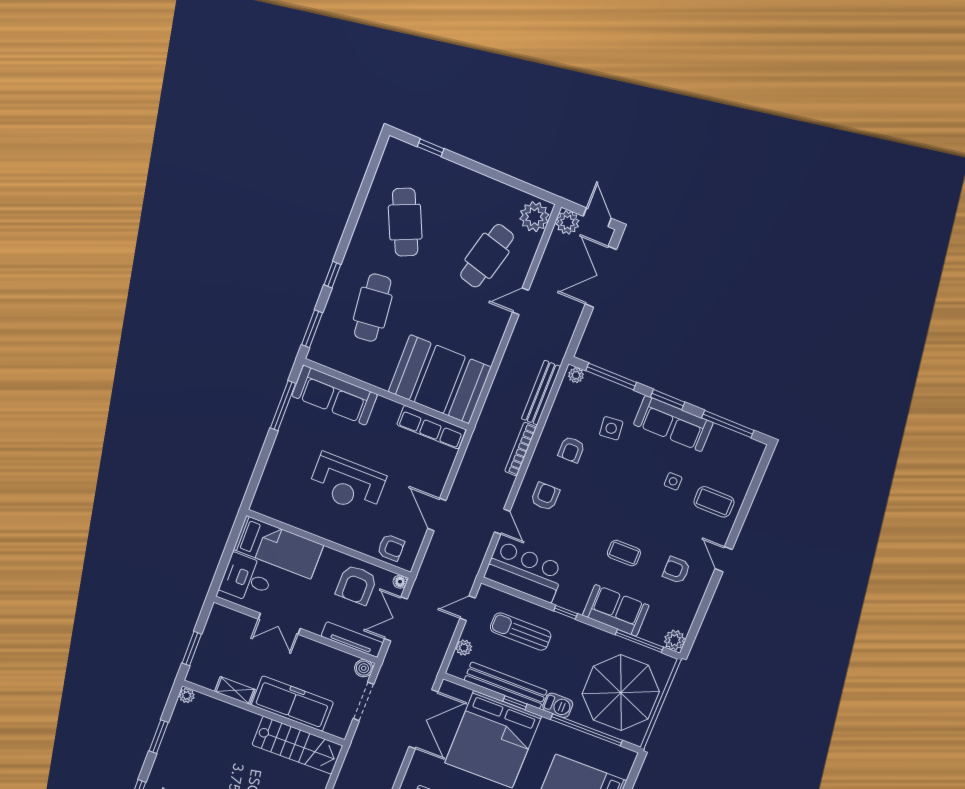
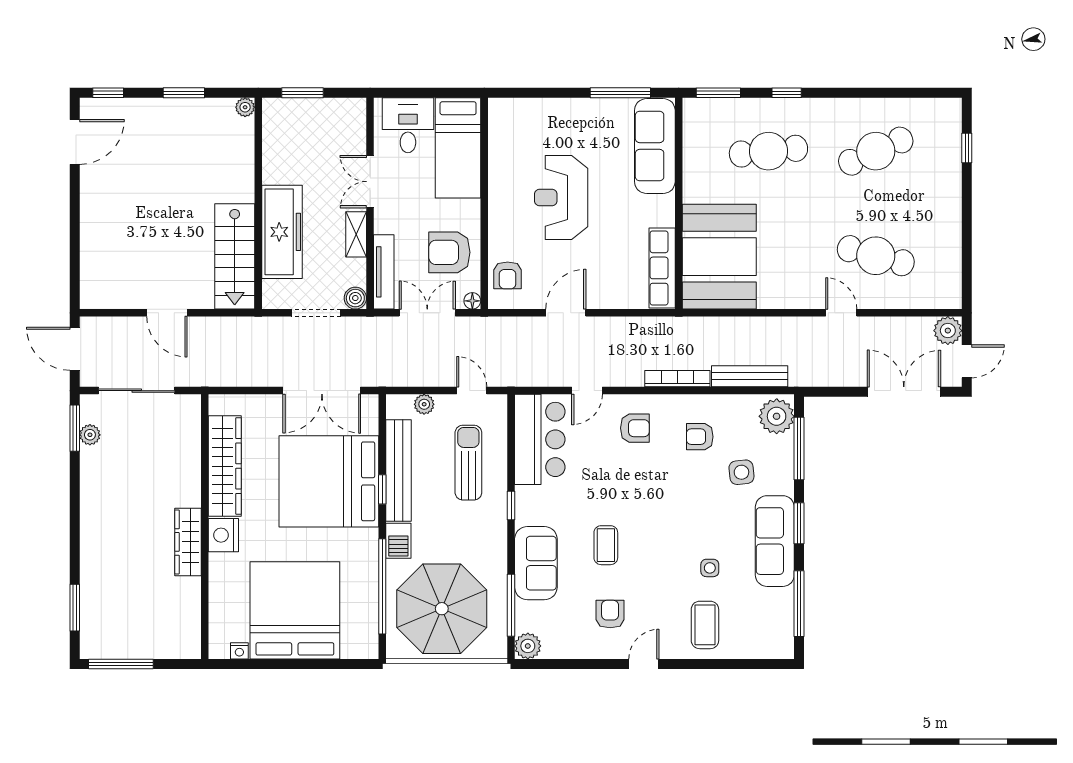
plant: (534, 217) -> (939, 291), removed
plant: (576, 375) -> (777, 416), width x1.88, depth x1.88
shelving: (235, 690) -> (356, 234), moved

